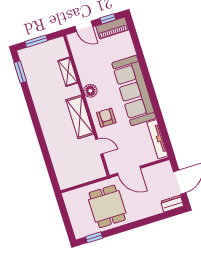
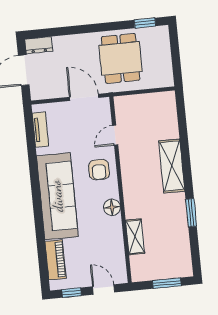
piano: (112, 28) -> (56, 260), moved, turned 90
window: (20, 72) -> (191, 213), moved
shelving: (80, 117) -> (172, 166), moved
tv unit: (157, 139) -> (40, 130), width x0.71
door: (99, 147) -> (115, 135), hinge flipped

